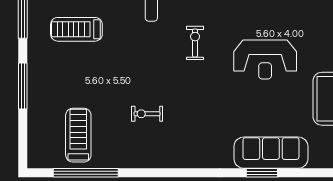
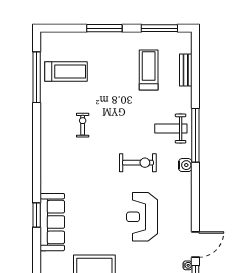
exercise bike: (195, 43) -> (138, 163), width x1.38, depth x1.39
reception desk: (265, 59) -> (142, 217), moved

